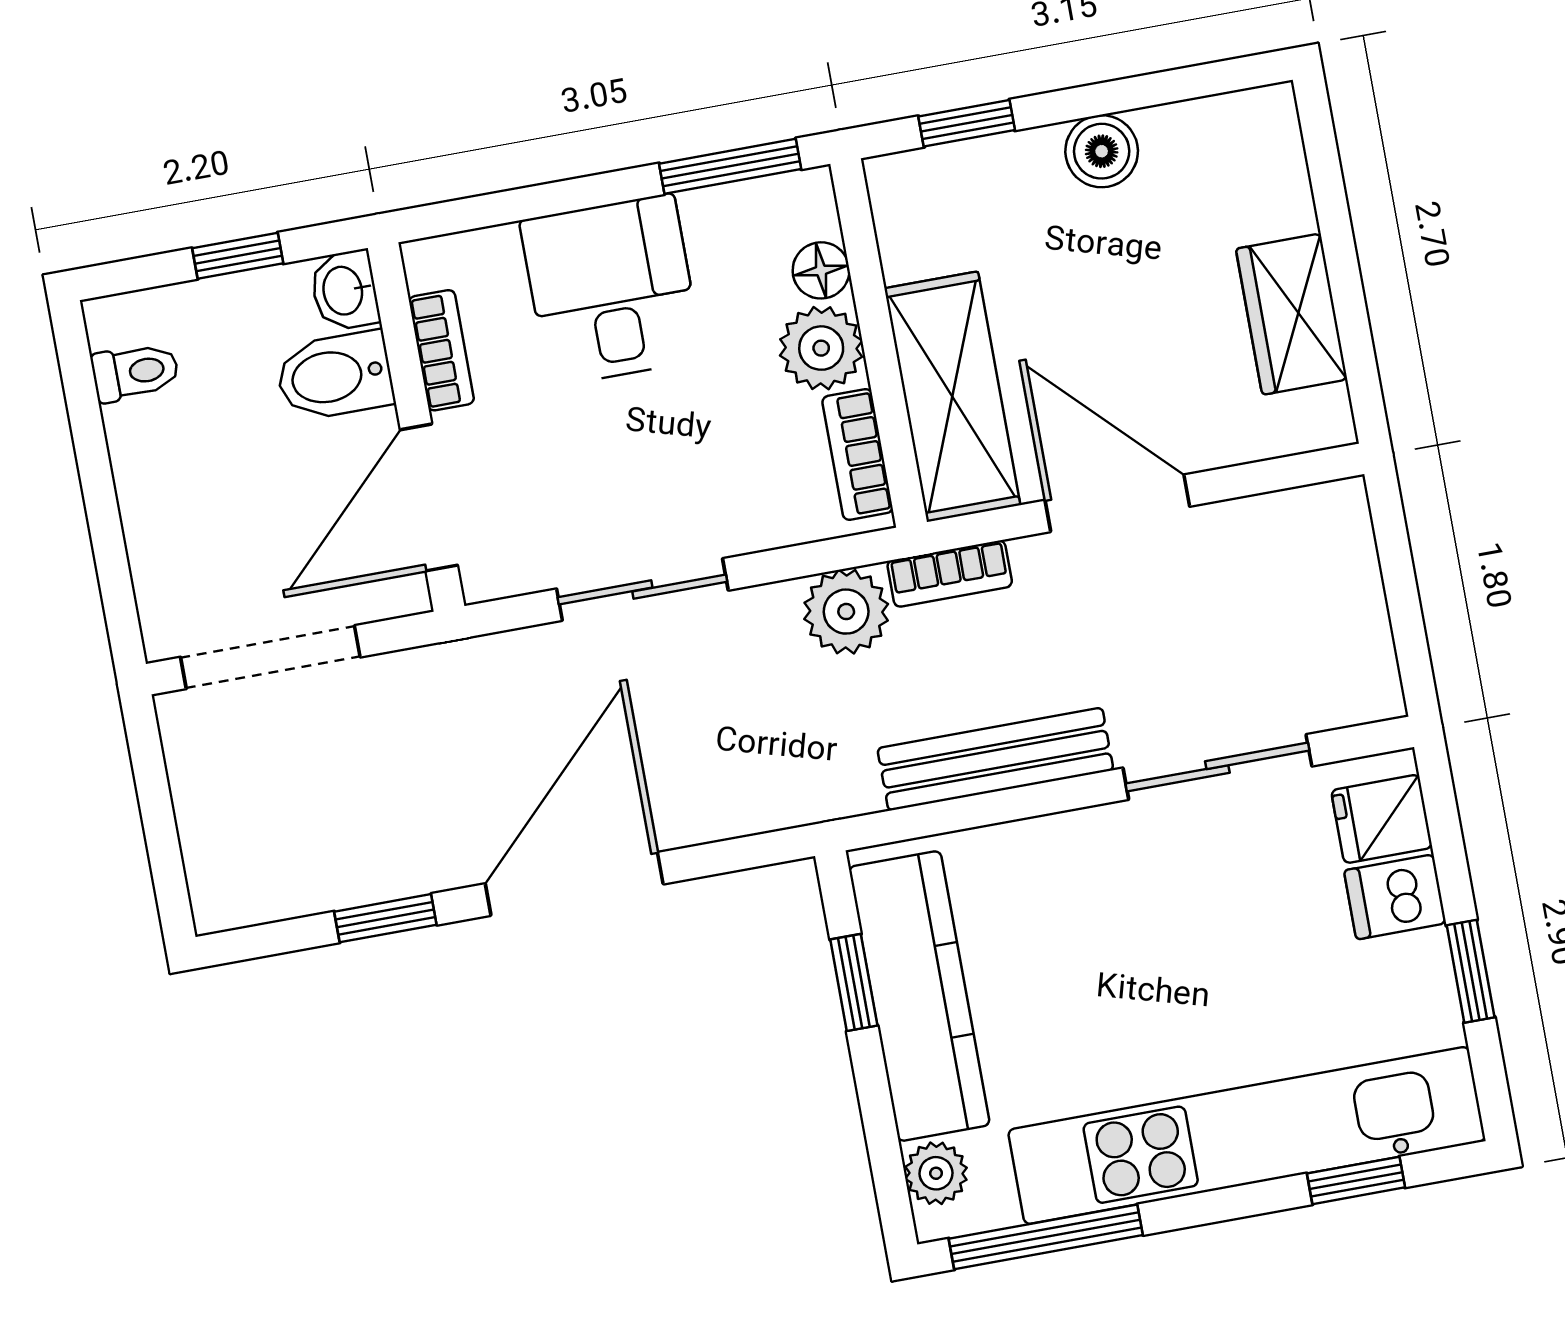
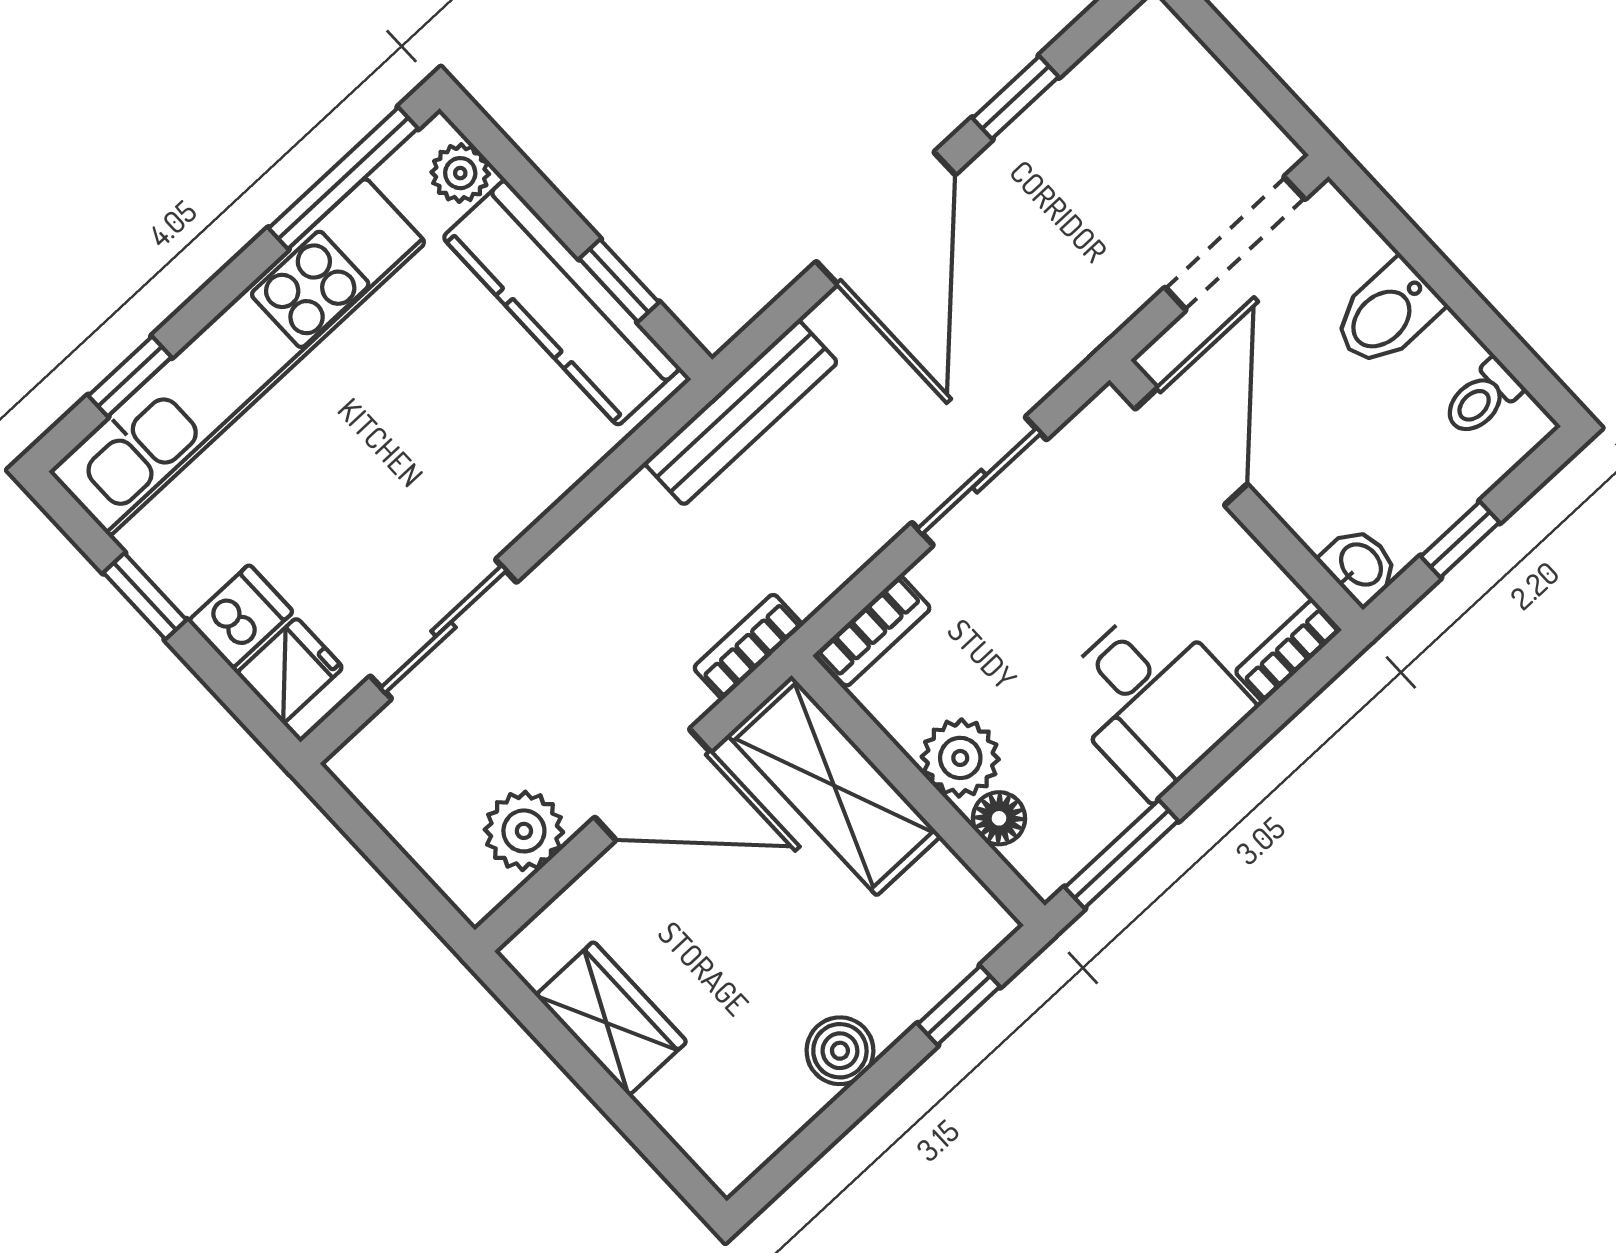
bookcase: (441, 350) -> (1288, 651), moved, turned 90
bidet: (335, 376) -> (1387, 314), moved, turned 180
bookcase: (858, 454) -> (873, 631), moved, turned 90
plant: (846, 612) -> (524, 831), moved
bench: (995, 759) -> (741, 413), moved

